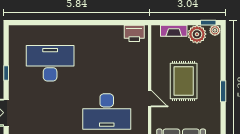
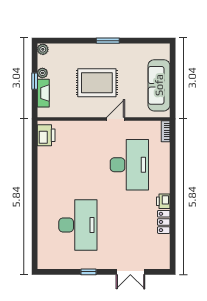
window: (208, 23) -> (35, 81), moved
plant: (197, 34) -> (42, 73), width x0.53, depth x0.53
desk: (50, 63) -> (78, 225), turned 180

